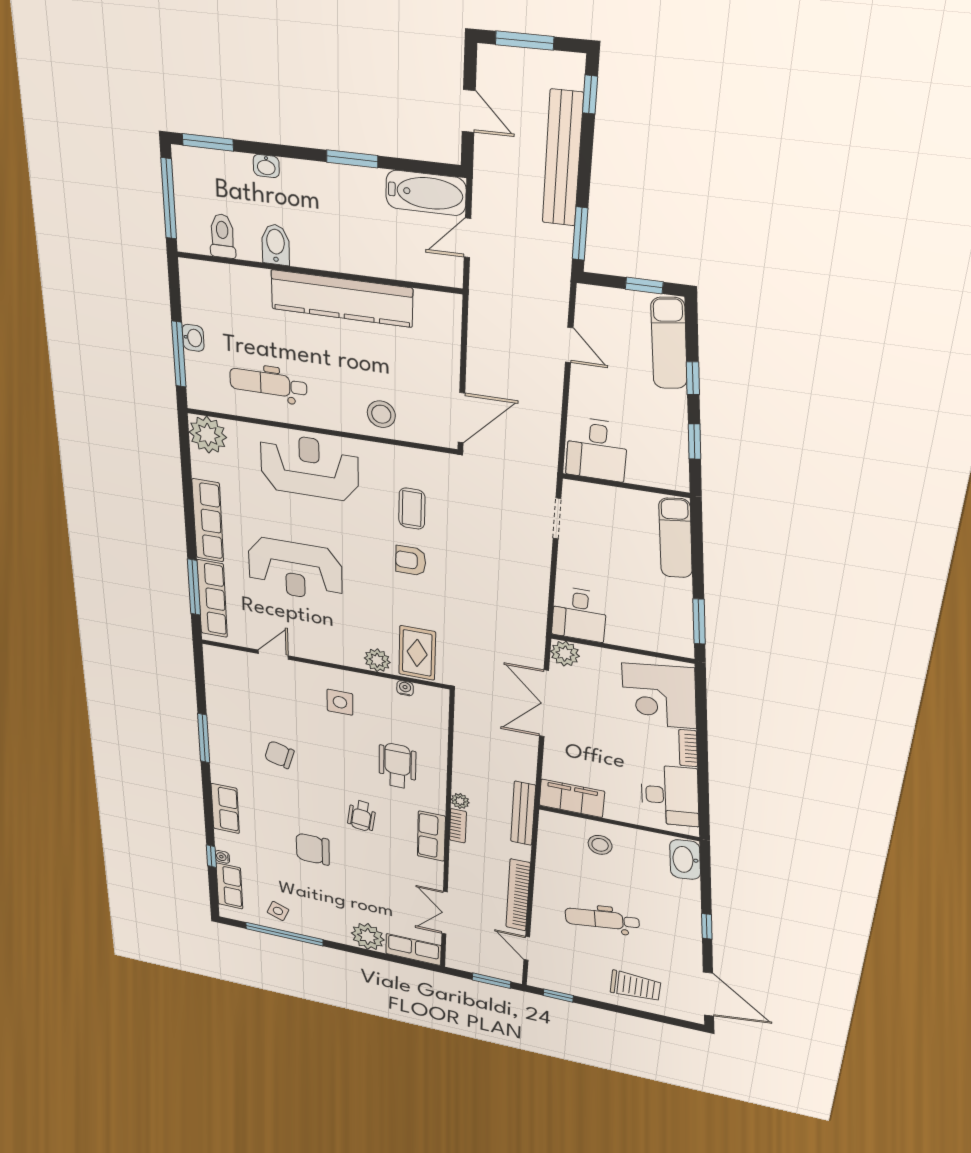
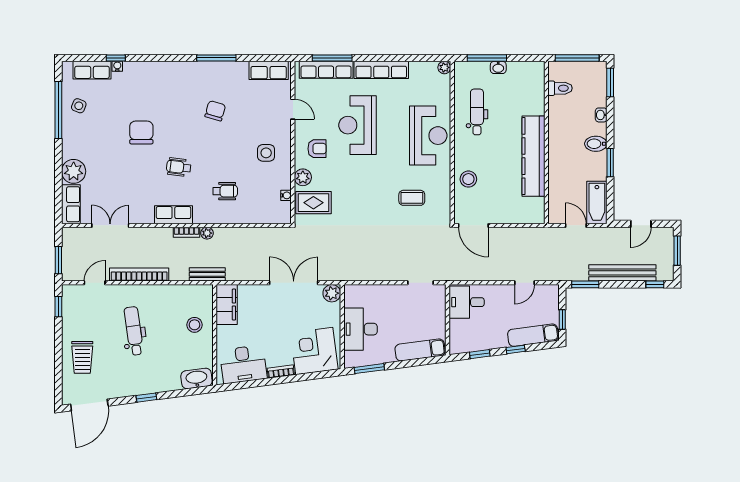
bidet: (276, 245) -> (596, 144), moved, turned 180
plant: (208, 435) -> (444, 67), width x0.53, depth x0.53
armchair: (411, 561) -> (317, 149), moved, turned 90
desk: (579, 614) -> (360, 329), moved, width x1.37
wheelchair: (397, 766) -> (225, 191), width x0.73, depth x0.73
row of seats: (225, 809) -> (269, 70), moved
bench: (523, 813) -> (207, 274), width x0.73

